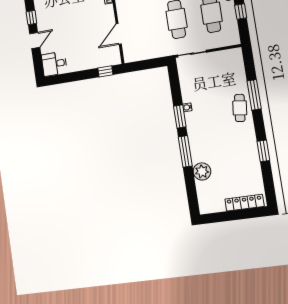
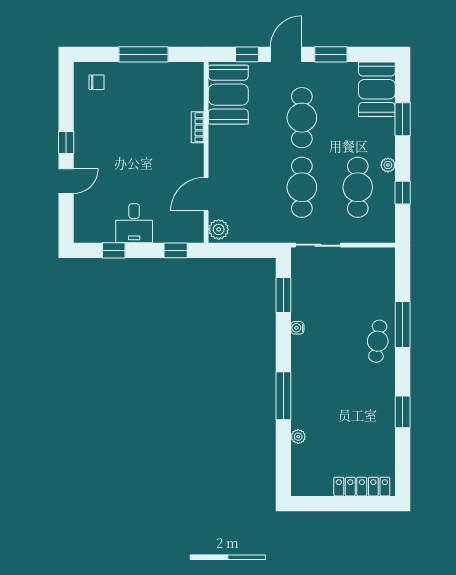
plant: (129, 54) -> (219, 229), added
desk: (54, 64) -> (134, 223), moved, turned -90
window: (69, 77) -> (114, 250), added
window: (180, 116) -> (283, 295), moved
plant: (202, 171) -> (298, 437), width x0.53, depth x0.53

